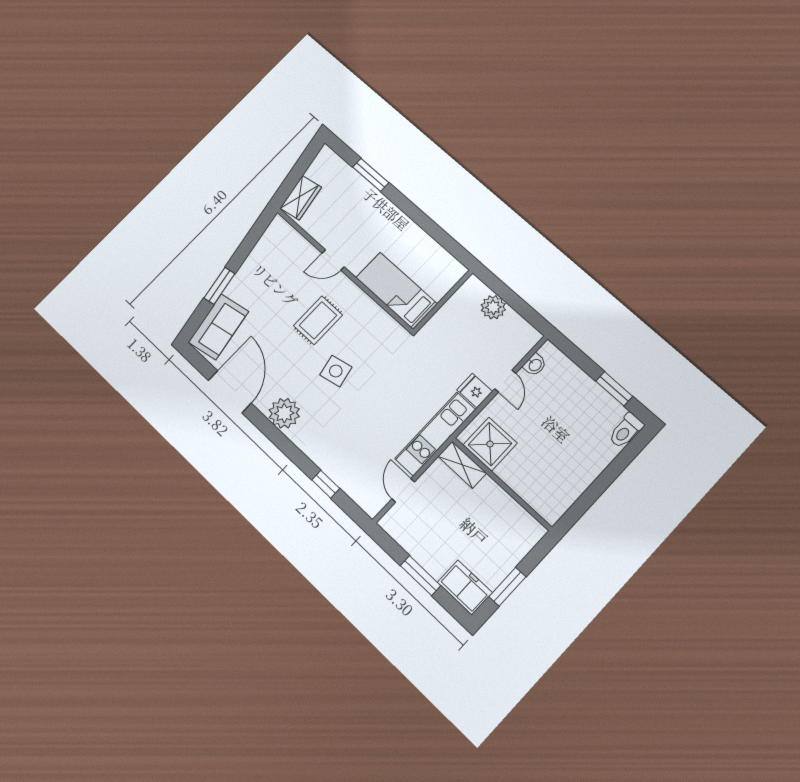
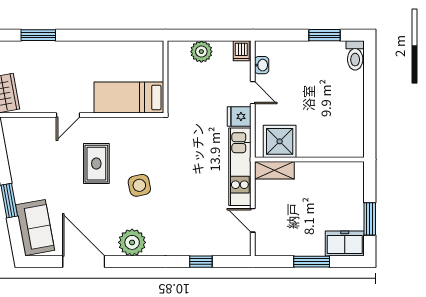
dishwasher: (528, 337) -> (241, 51), added

